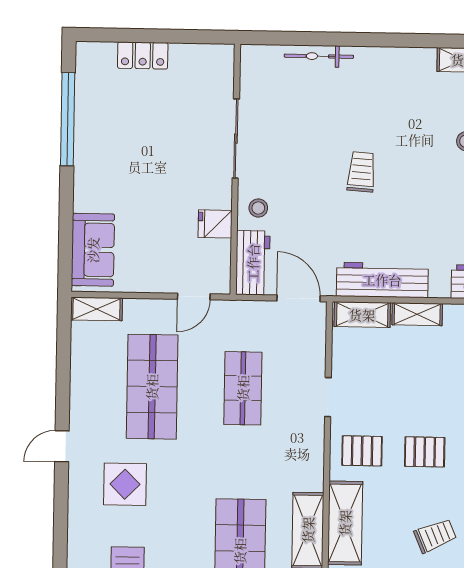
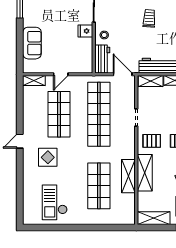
fridge: (215, 224) -> (85, 31), moved
sofa: (93, 250) -> (32, 43), moved
door: (194, 296) -> (61, 74), moved
shop shelf: (243, 388) -> (99, 114), width x2.00, depth x1.36

